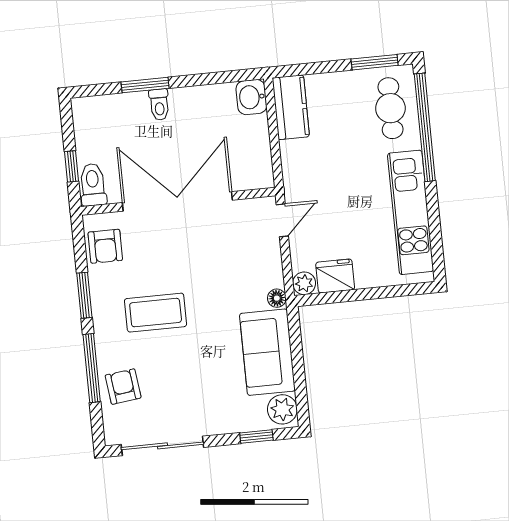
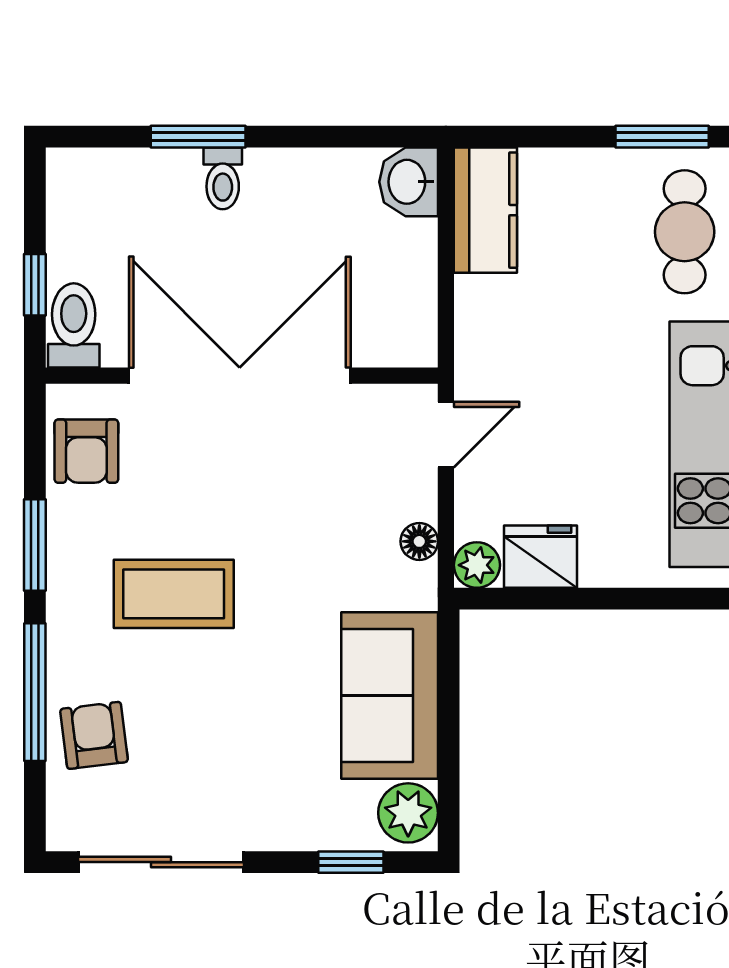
floor lamp: (277, 298) -> (419, 541), moved

